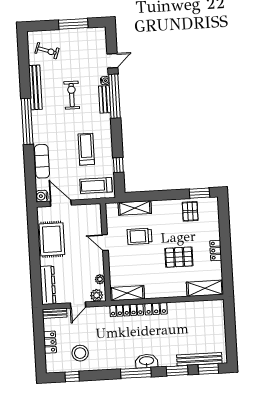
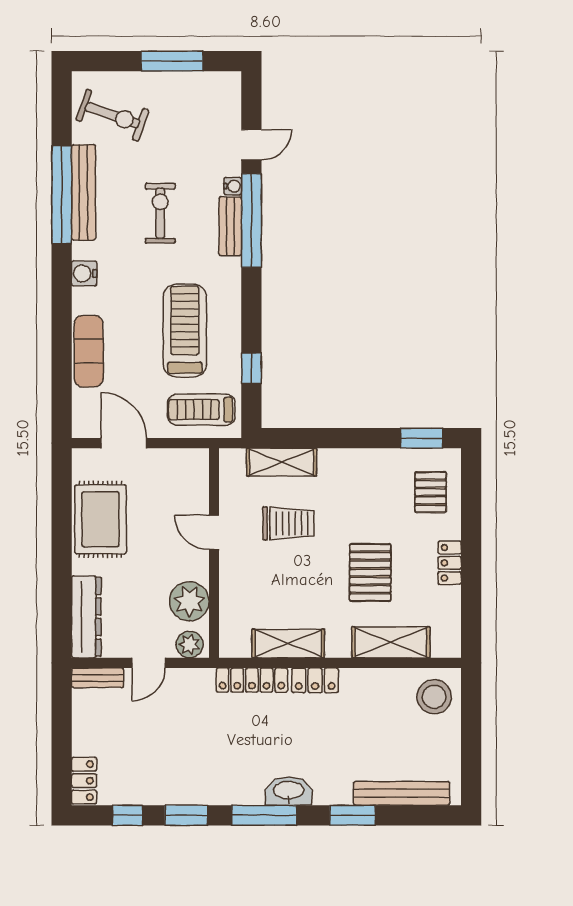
exercise bike: (47, 51) -> (113, 115), width x1.38, depth x1.39
window: (27, 121) -> (62, 195), moved
treadmill: (86, 149) -> (185, 331), width x1.37, depth x1.38
water cooler: (42, 196) -> (84, 273), moved
pallet: (190, 211) -> (431, 492), moved
trolley: (140, 236) -> (288, 523), turned 180
pallet: (179, 257) -> (370, 572), turned 90
plant: (100, 279) -> (189, 601), width x1.88, depth x1.88
shelving: (205, 288) -> (391, 642), moved
shelving: (127, 293) -> (288, 643), moved
locker: (50, 342) -> (84, 781), moved
stool: (80, 353) -> (434, 697), moved
window: (208, 369) -> (186, 815), moved

